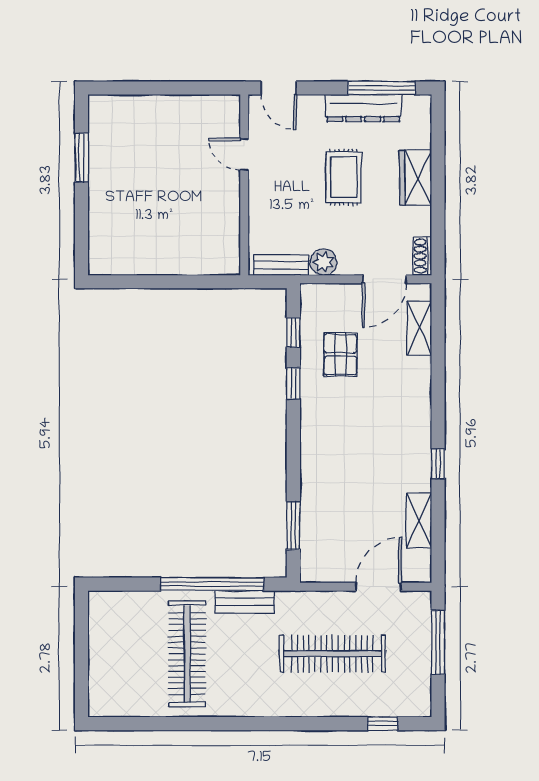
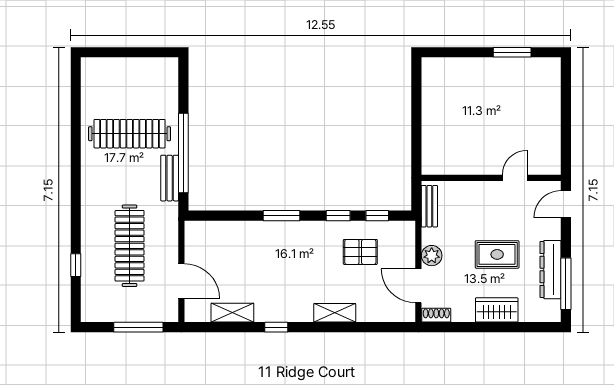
plant: (324, 262) -> (432, 256), moved
shelving: (419, 328) -> (335, 313), moved
window: (293, 526) -> (282, 216), moved
window: (383, 724) -> (76, 265), moved

